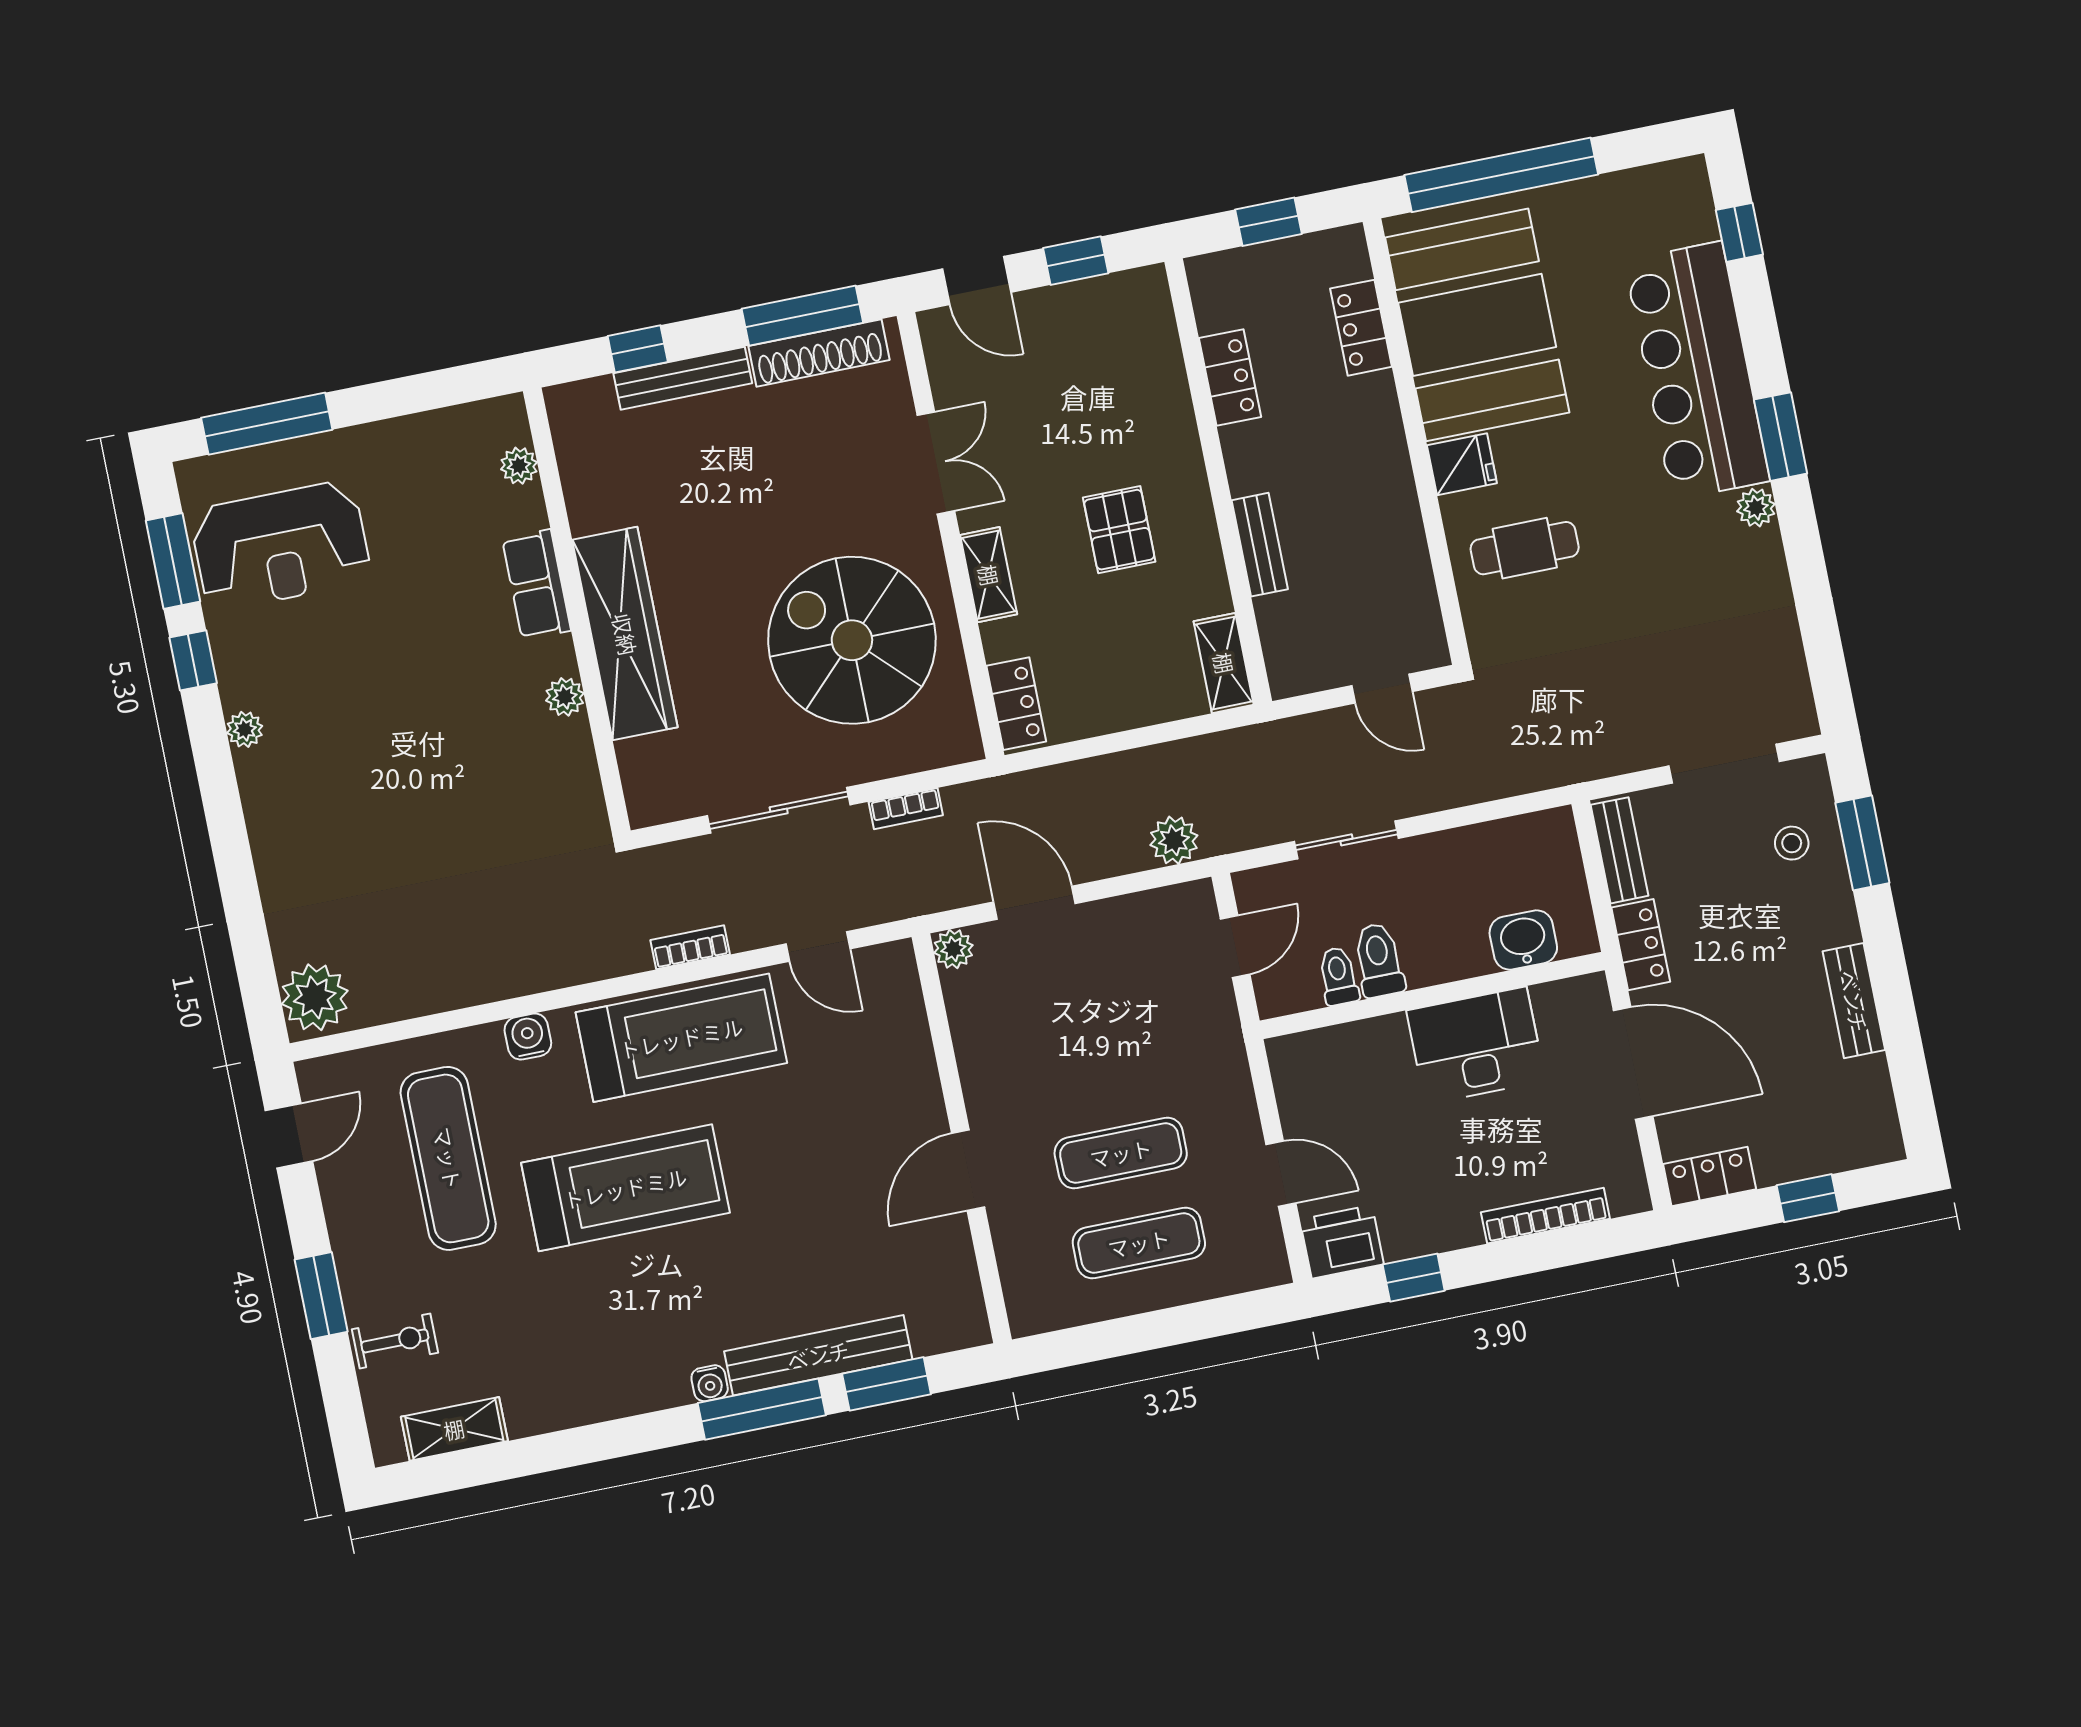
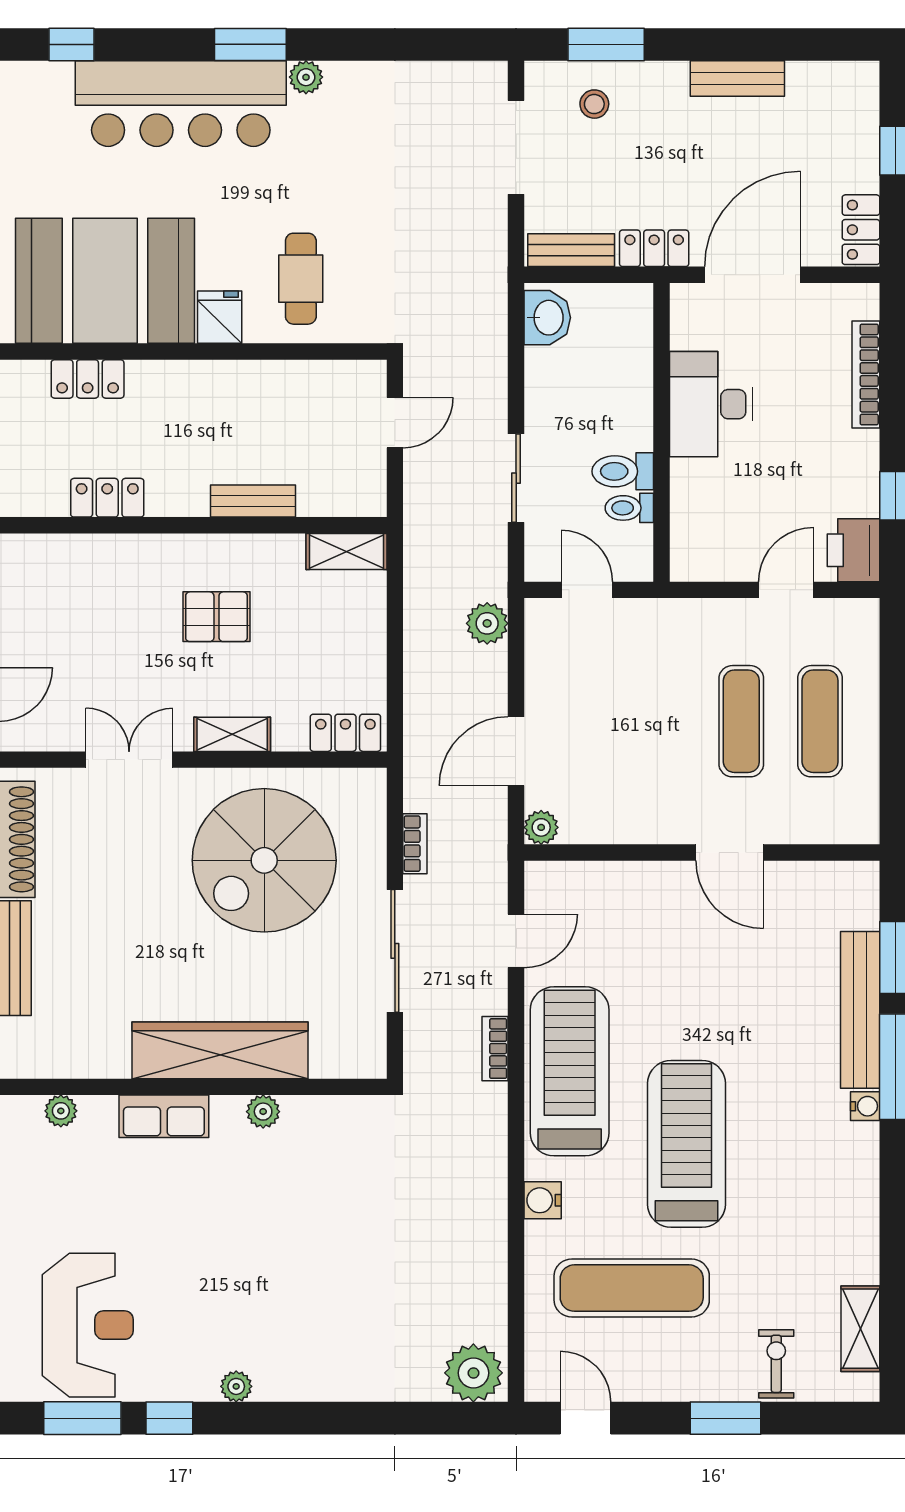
washbasin: (1523, 940) -> (547, 318), moved, turned 180

